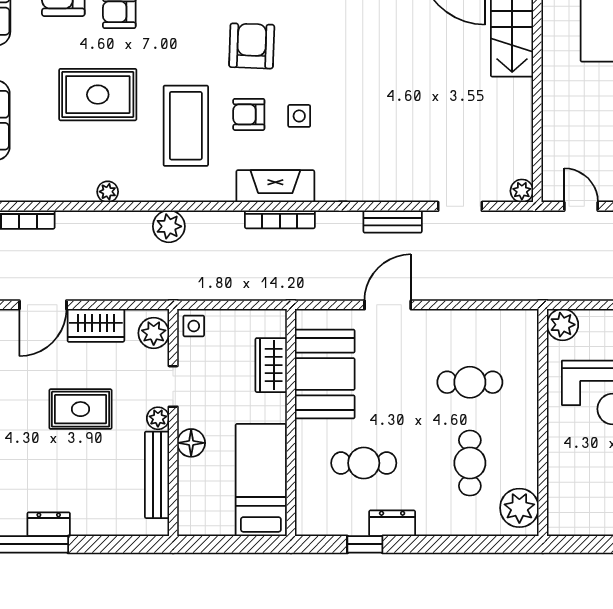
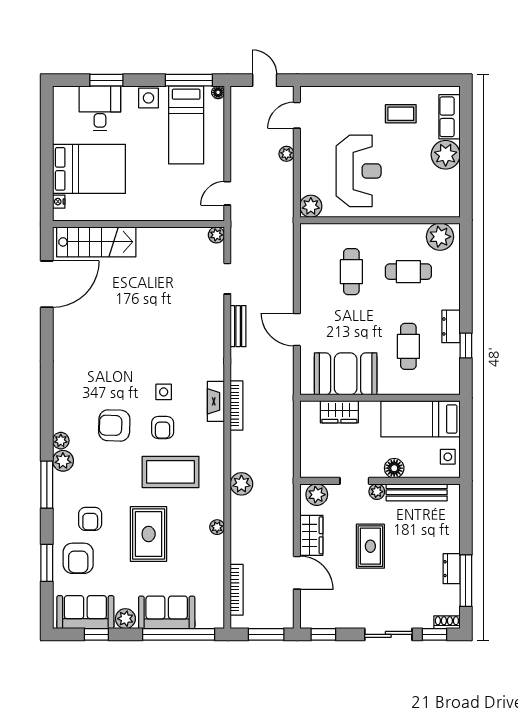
fireplace: (275, 186) -> (216, 401), width x0.73, depth x0.76
side table: (194, 326) -> (448, 457), moved

